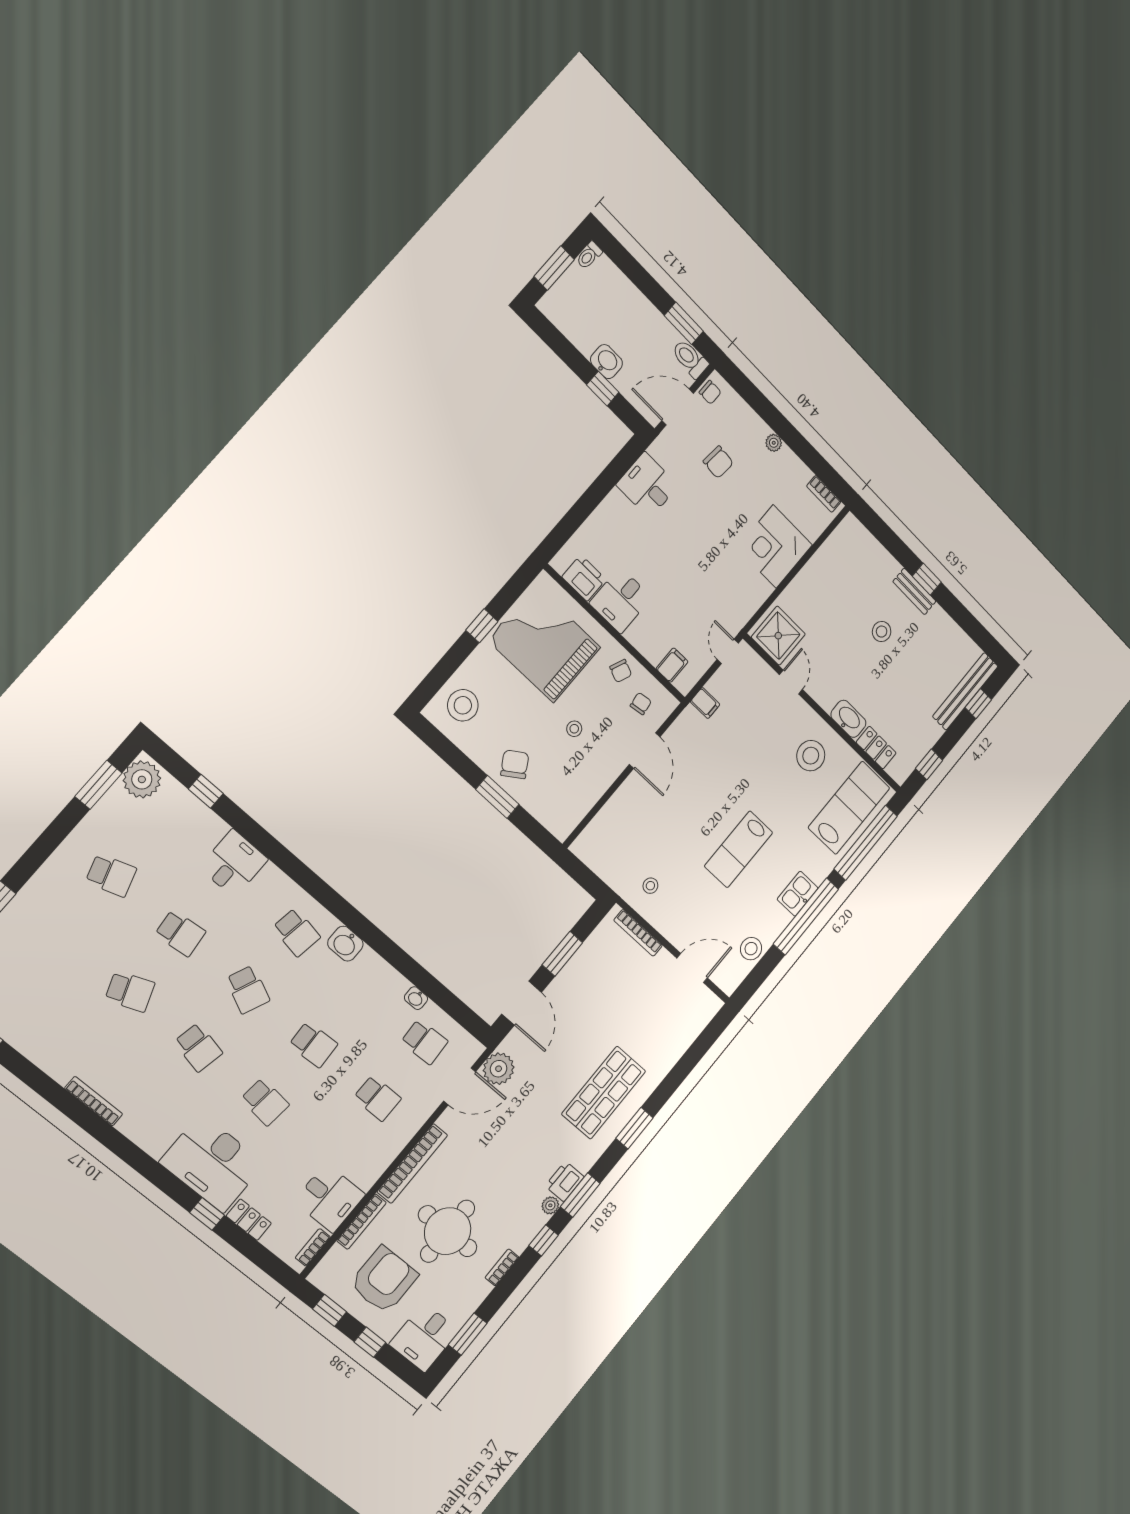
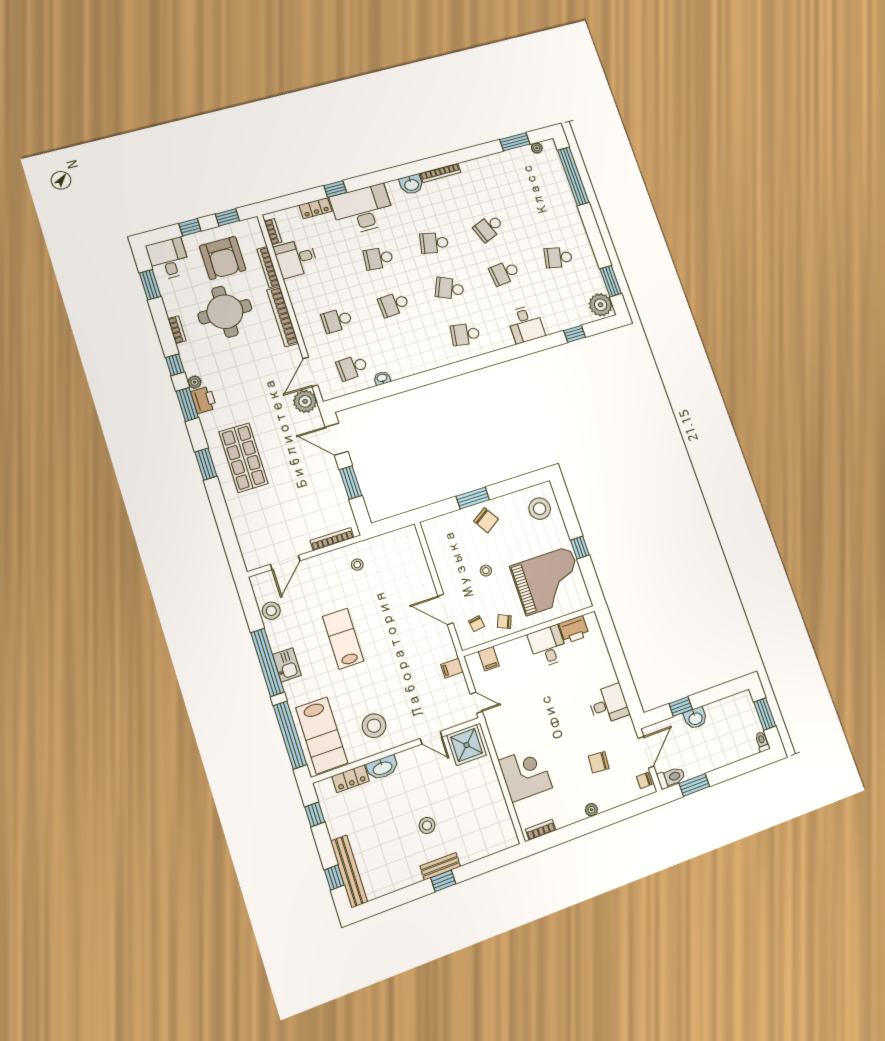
school desk: (111, 875) -> (558, 258), turned 30
washbasin: (345, 944) -> (411, 184), moved, turned 180

